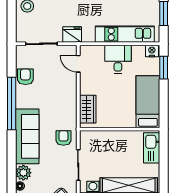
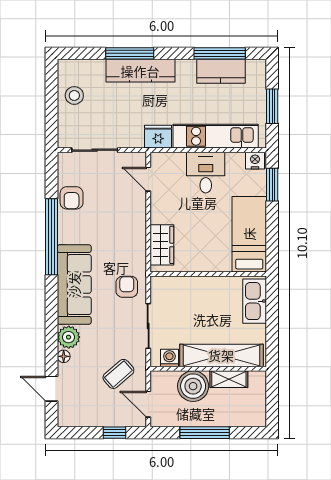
fridge: (72, 34) -> (158, 137), moved
armchair: (25, 77) -> (72, 198), turned 180

